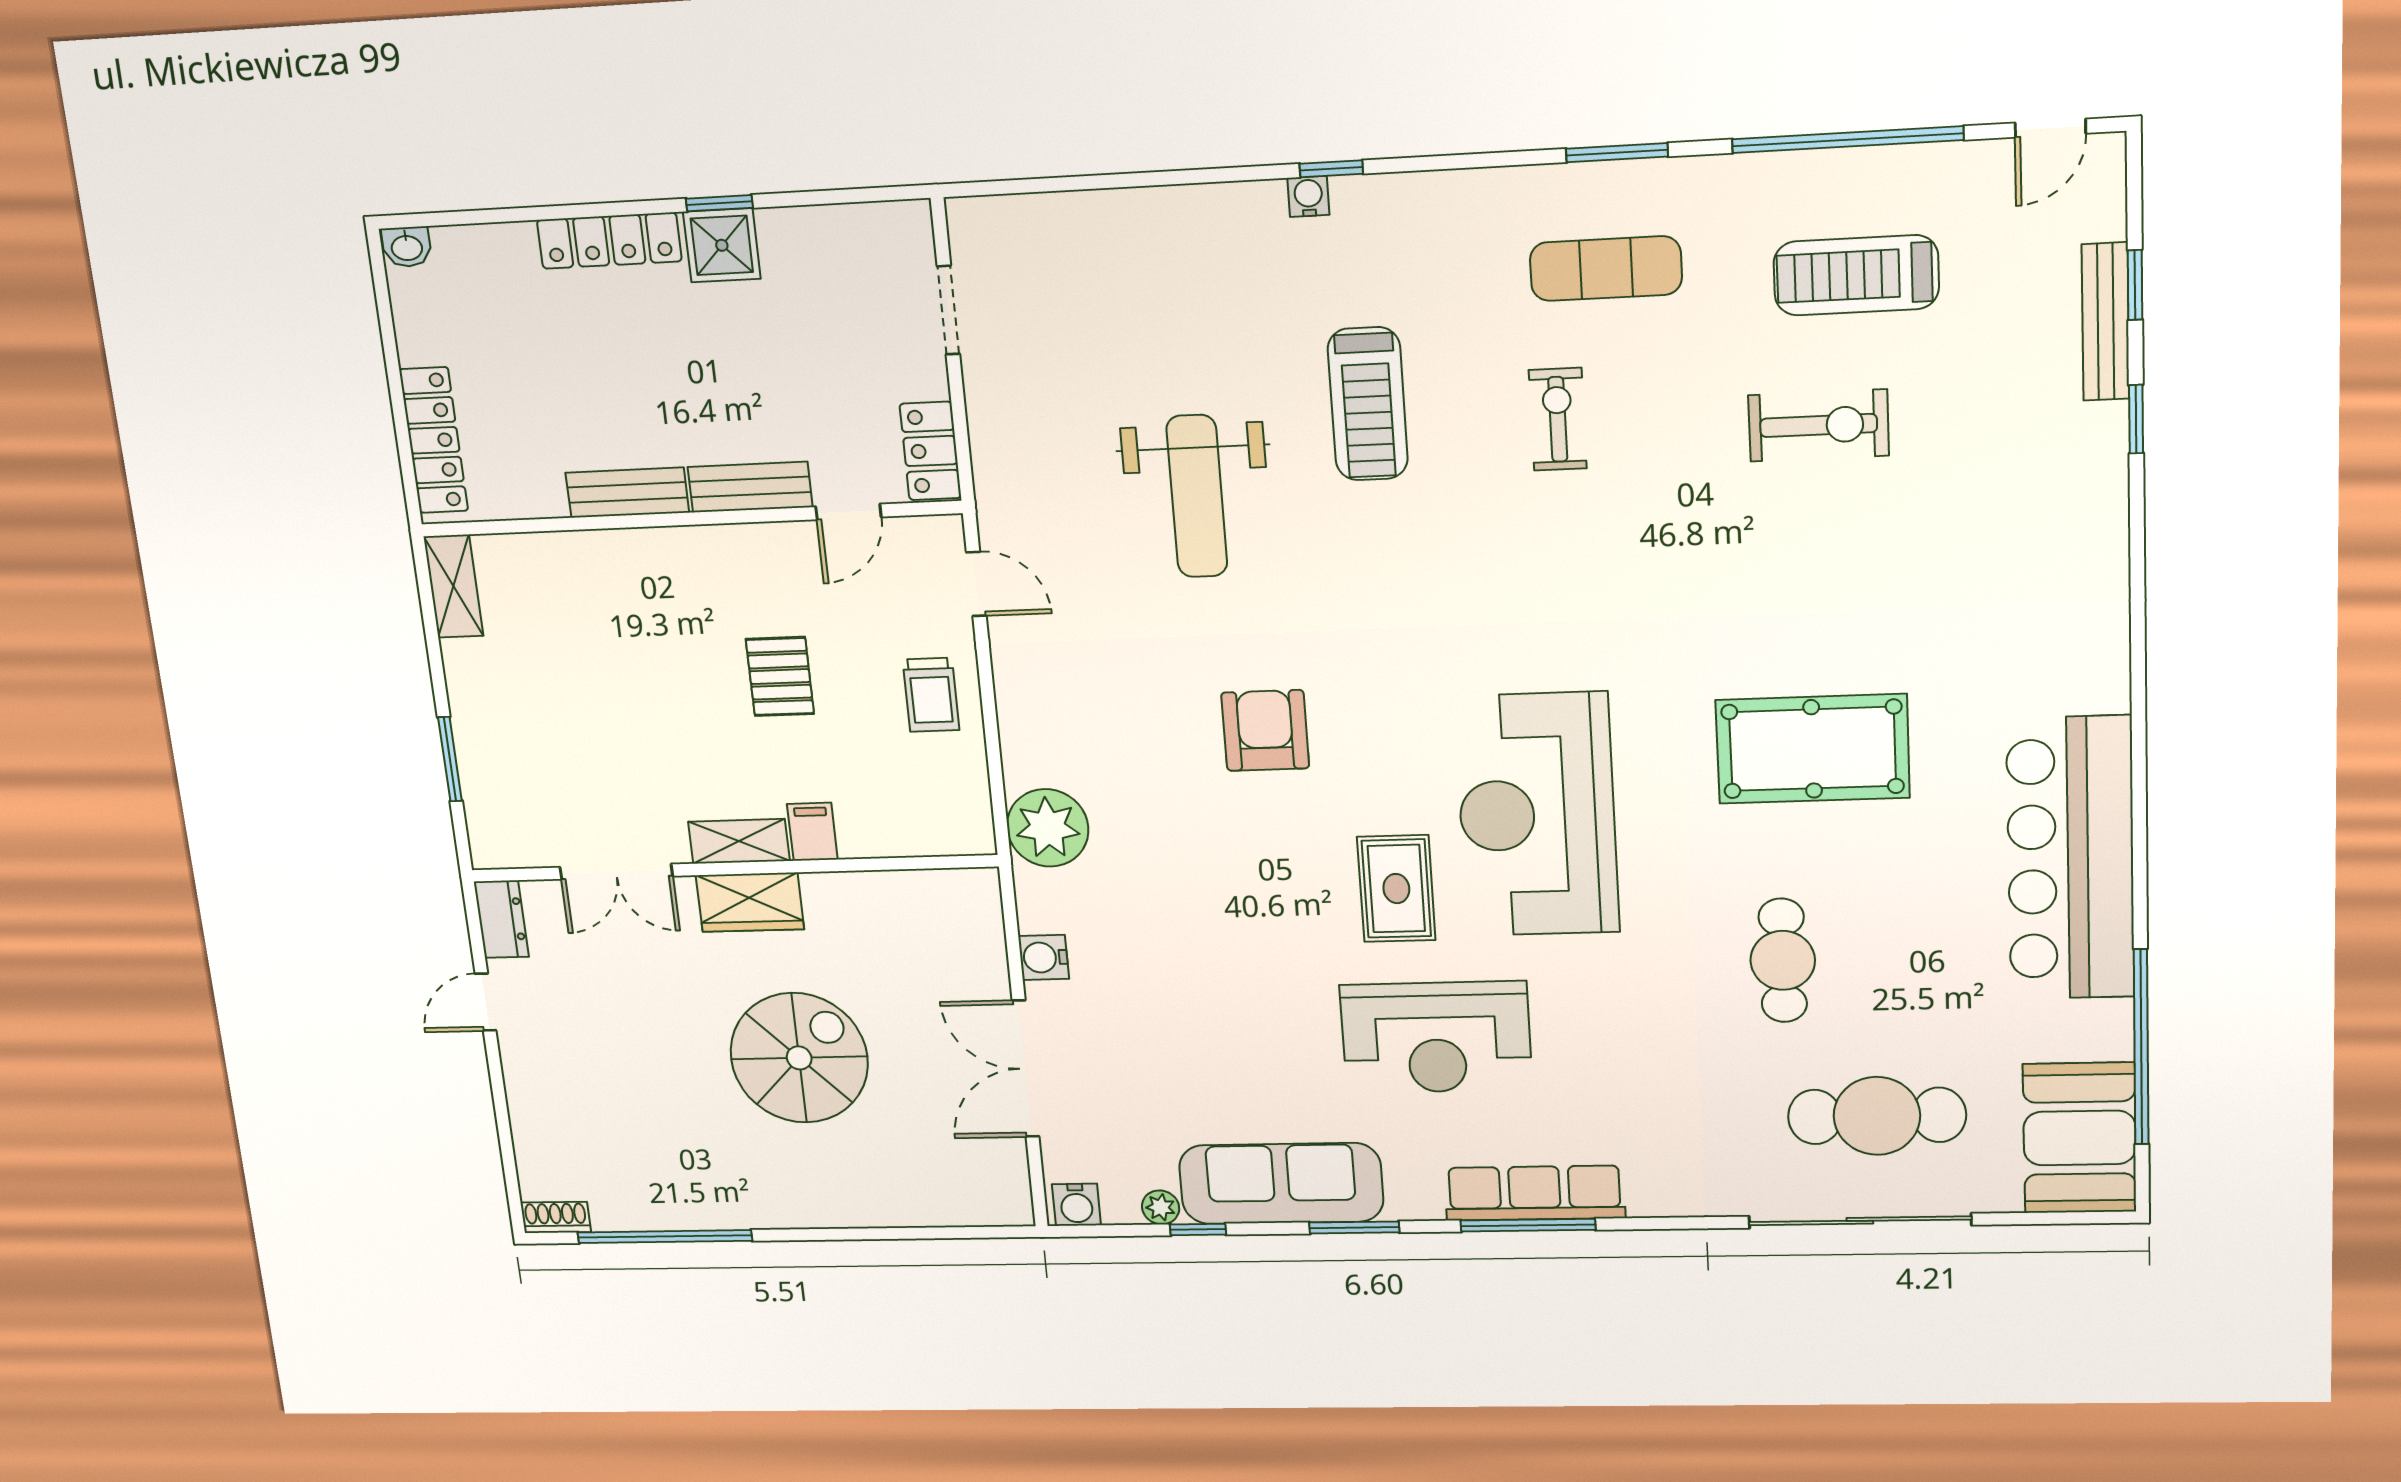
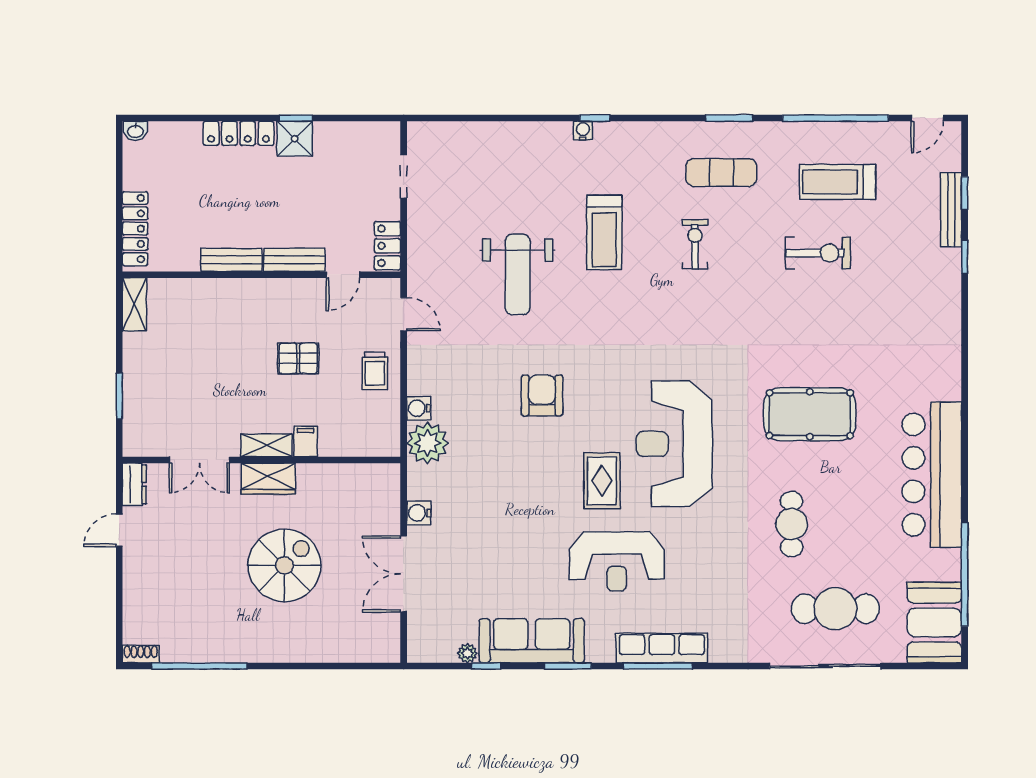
pallet: (780, 677) -> (298, 358), turned 90
water cooler: (1076, 1205) -> (419, 408), moved, turned 90

